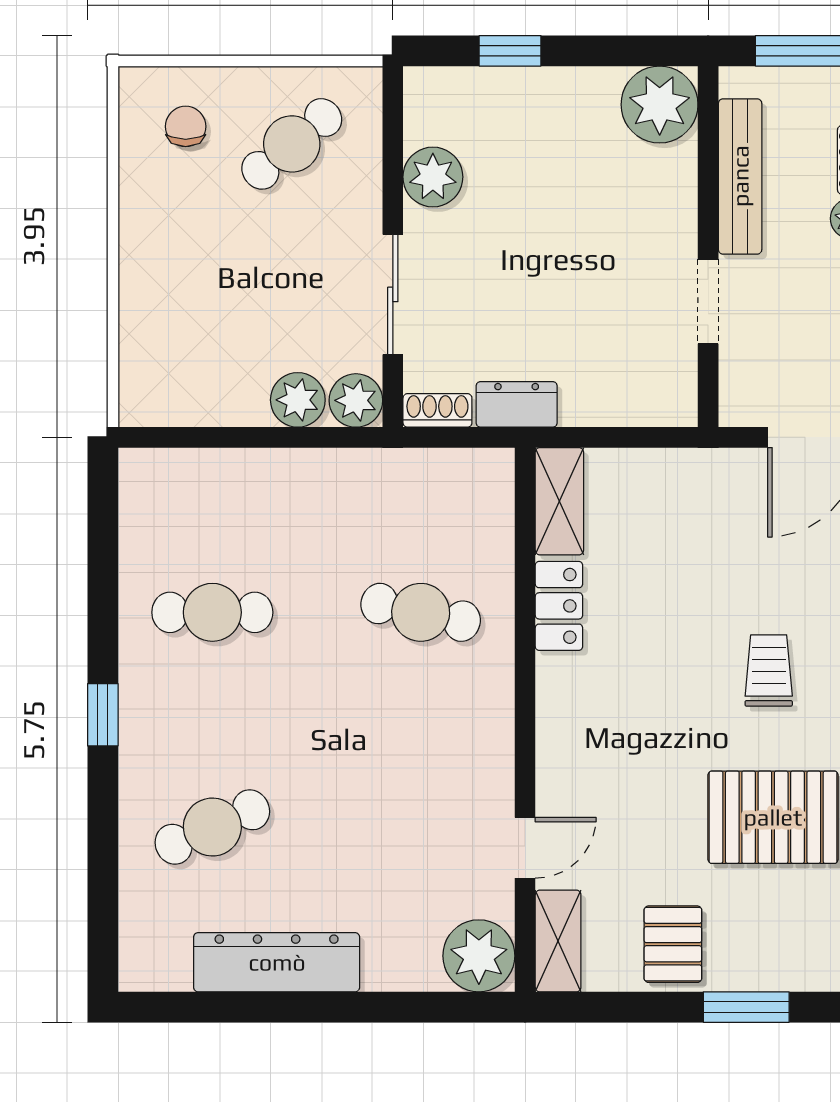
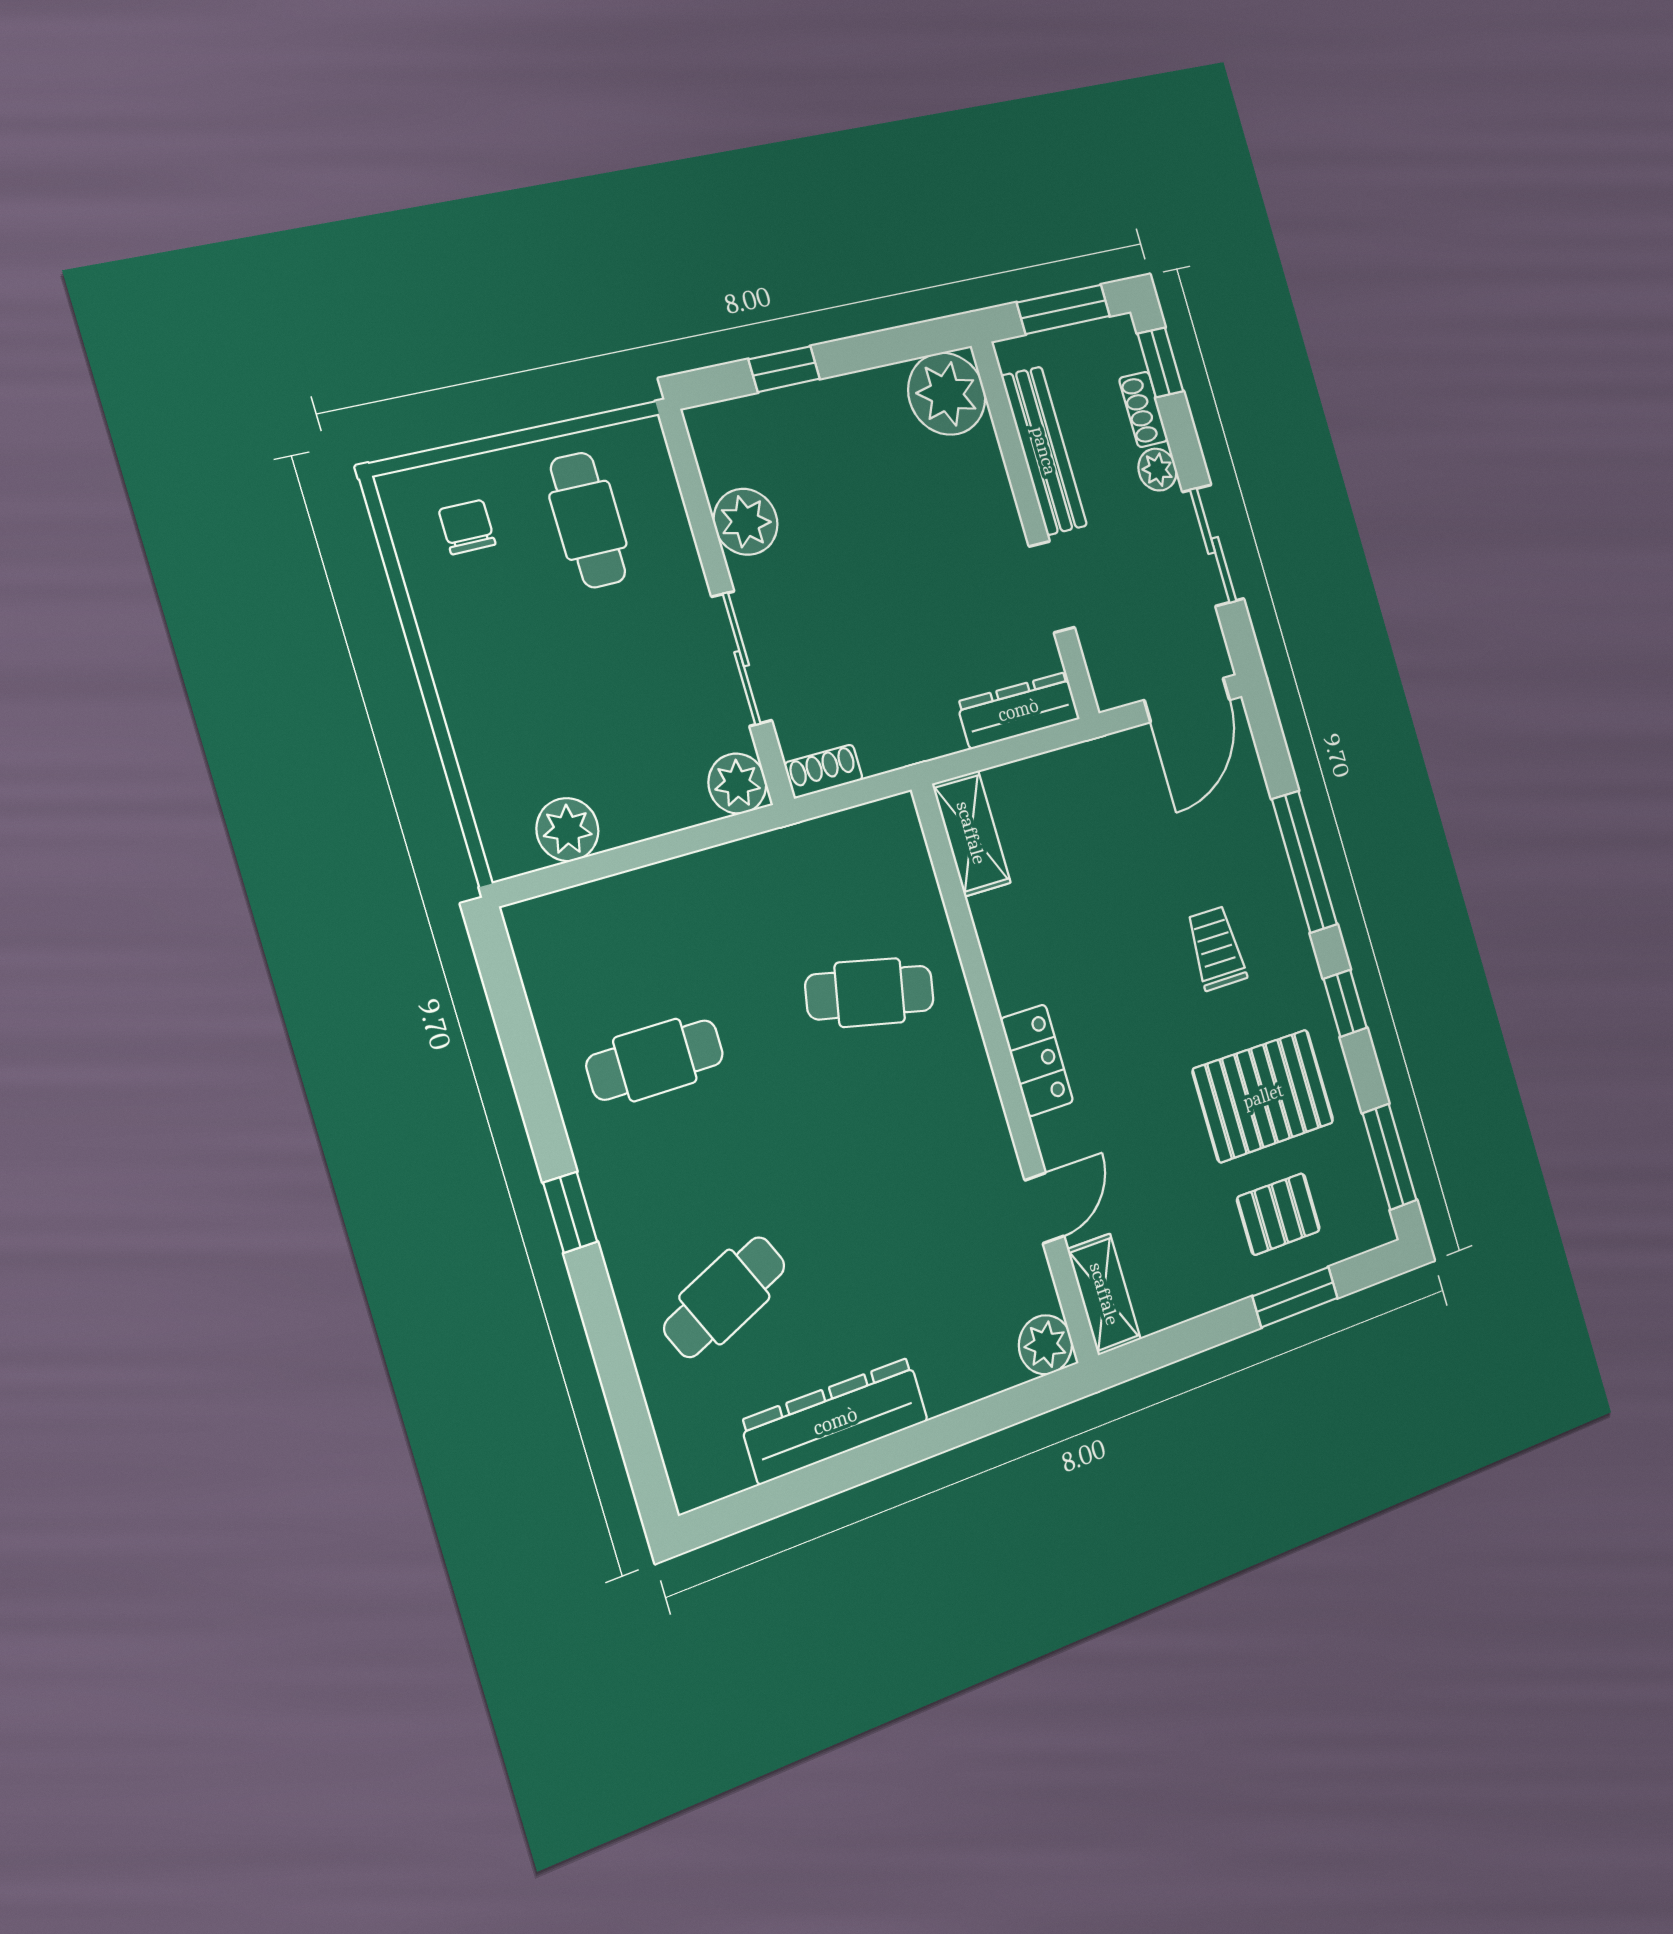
cafe table: (292, 144) -> (588, 520), turned -50
plant: (298, 400) -> (567, 830), moved
dresser: (517, 404) -> (1018, 710), moved, width x1.44
locker: (559, 606) -> (1037, 1060), moved
pallet: (673, 944) -> (1278, 1214), moved, turned 90
plant: (479, 956) -> (1045, 1345), width x0.73, depth x0.73

